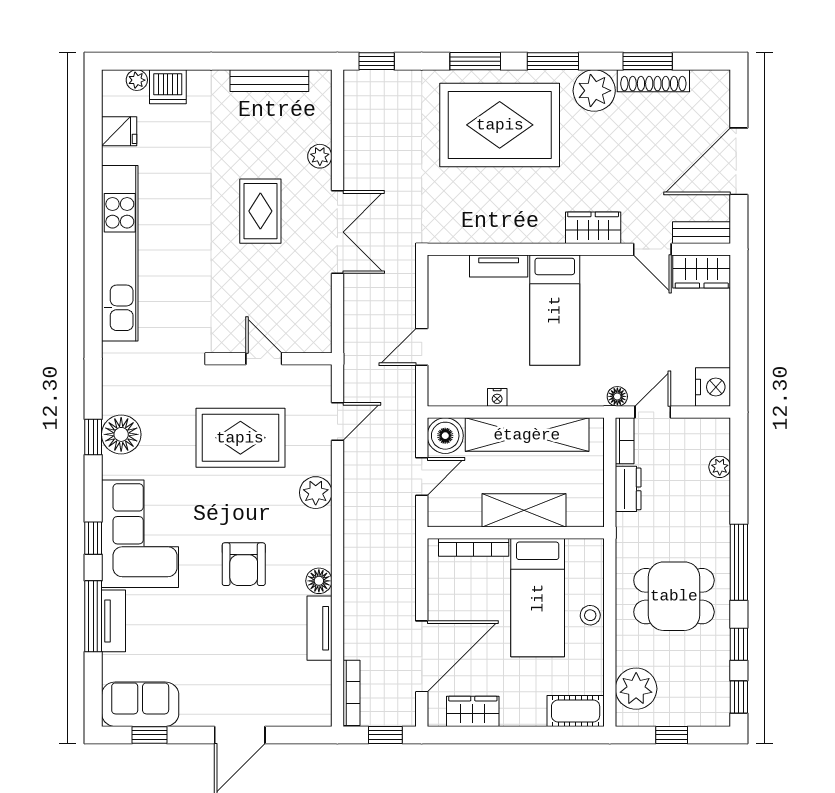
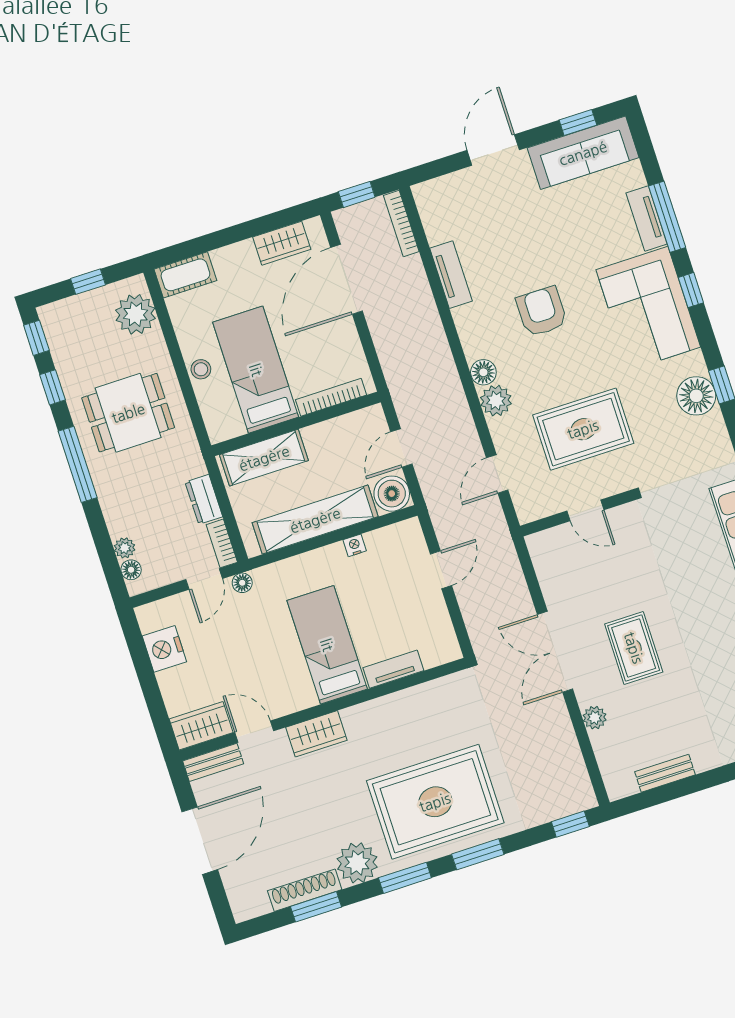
bench: (269, 81) -> (665, 773), width x0.73
nightstand: (713, 387) -> (164, 649), moved
floor lamp: (720, 444) -> (131, 570), added
shelving: (524, 510) -> (264, 458), moved
floor lamp: (319, 581) -> (483, 372), moved
sofa: (140, 704) -> (583, 153), width x1.36

